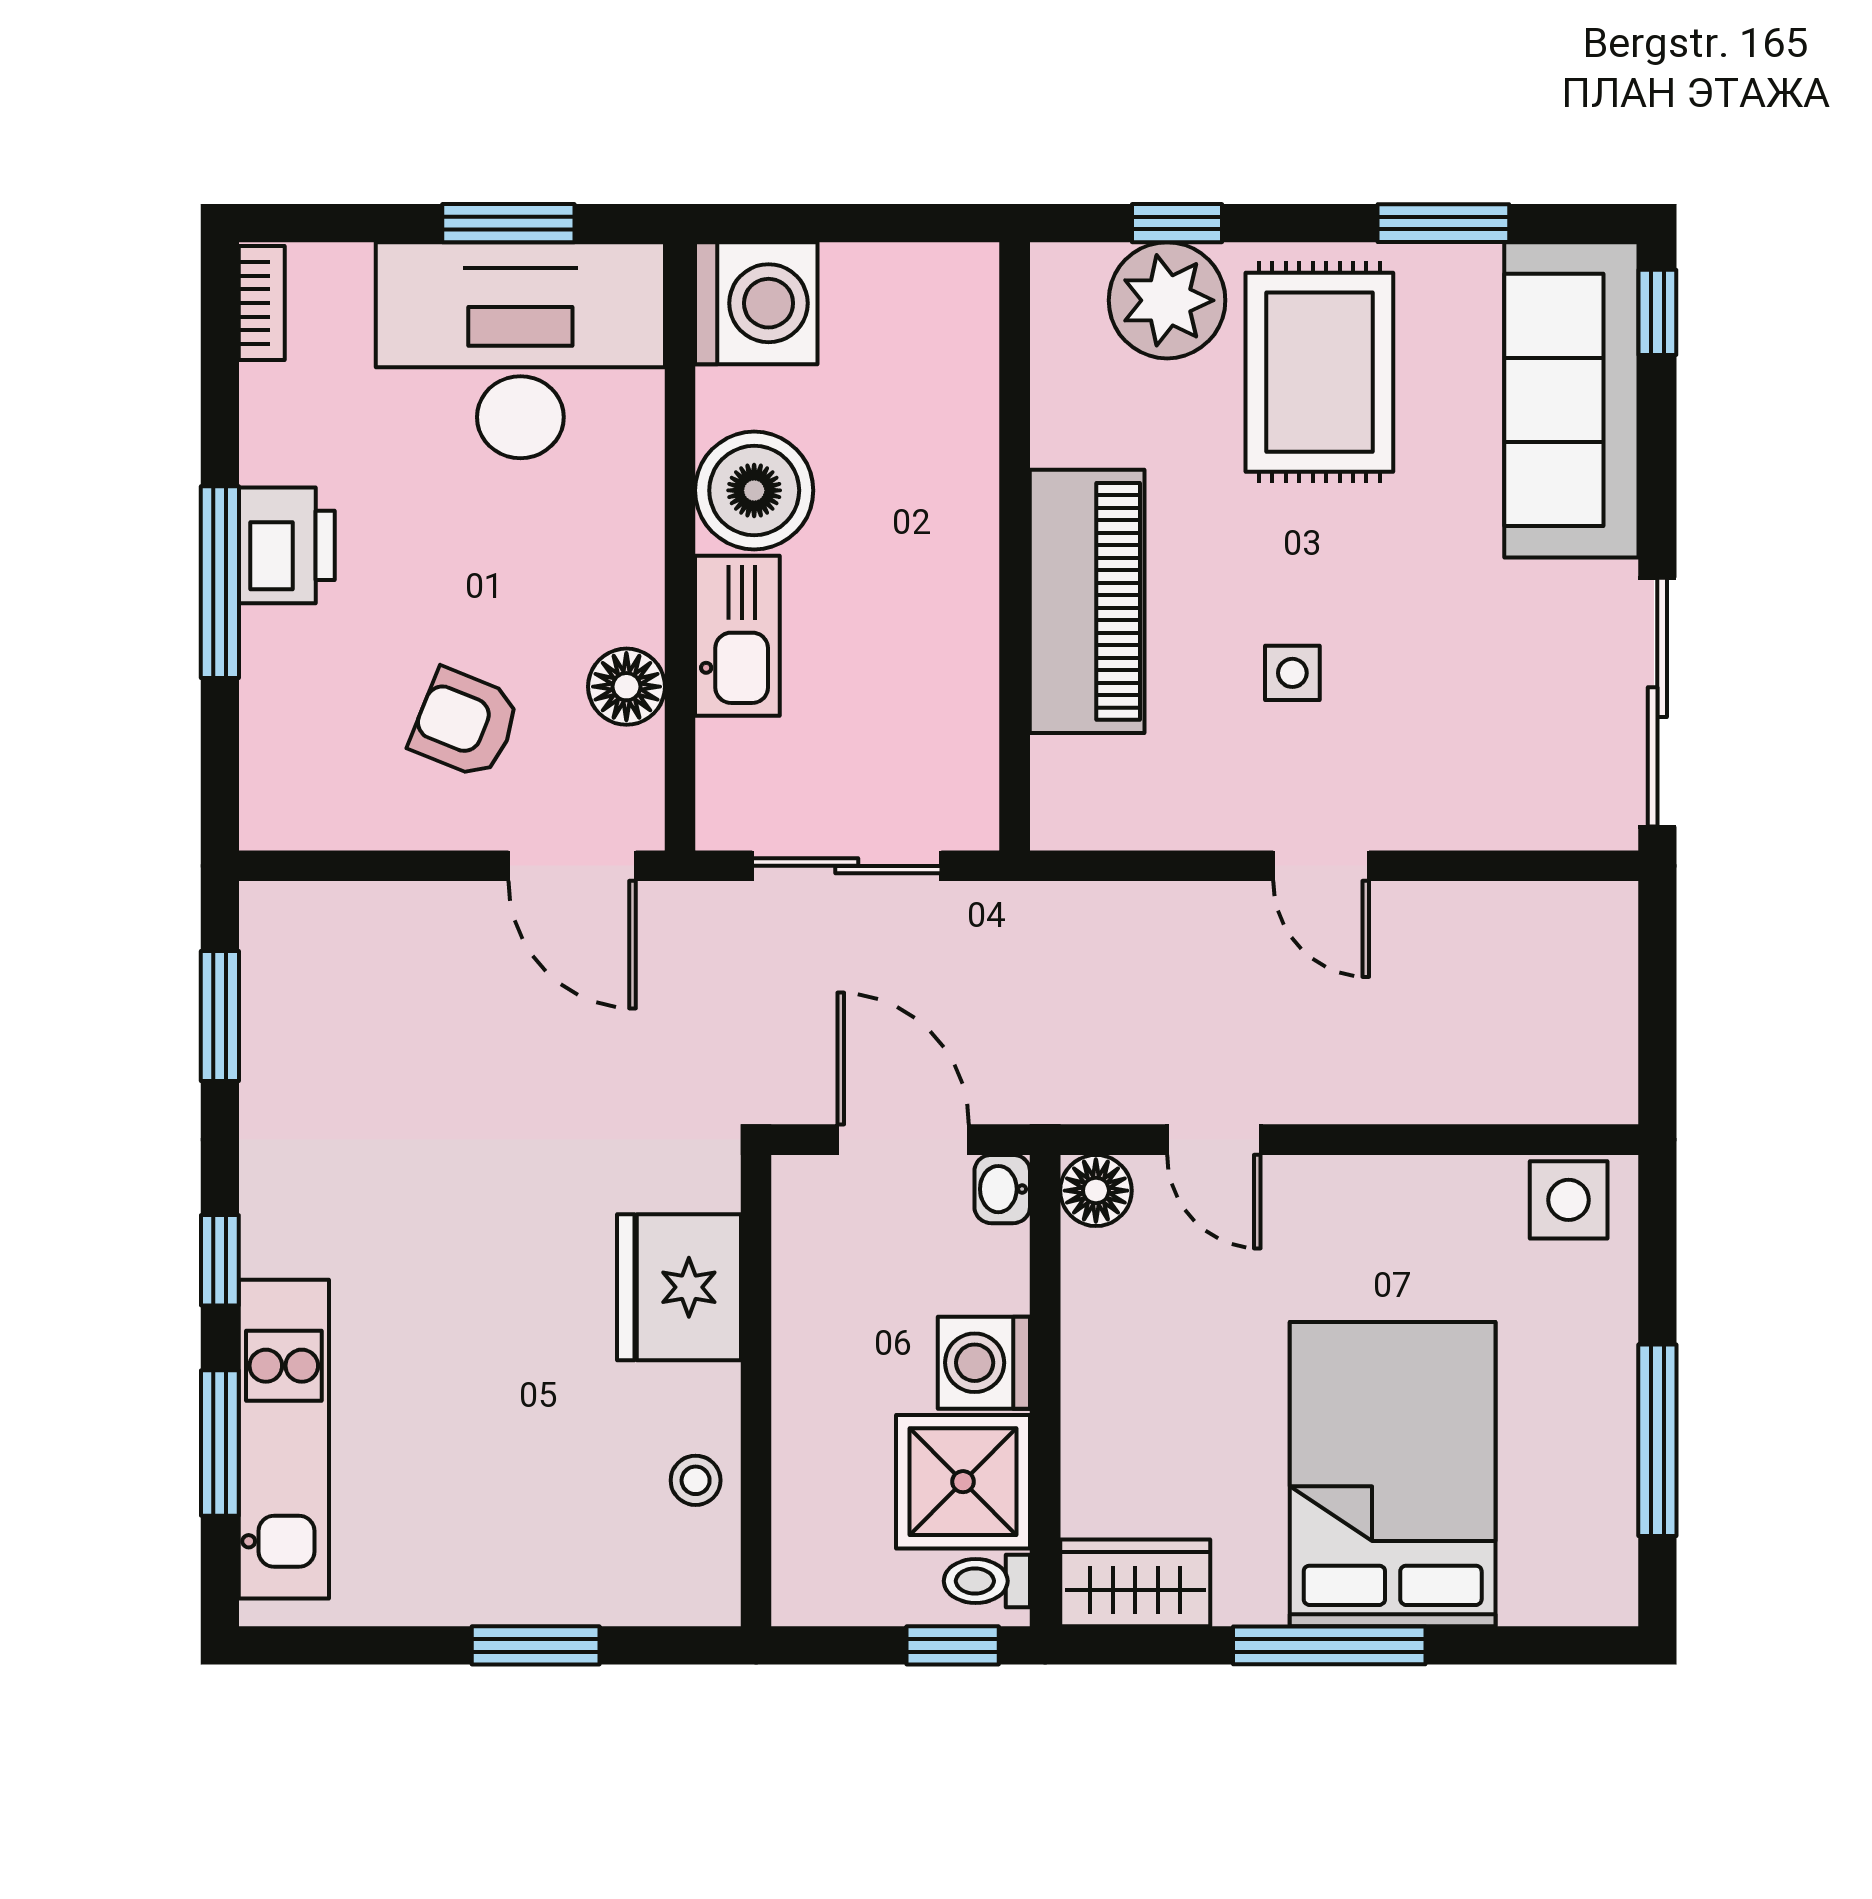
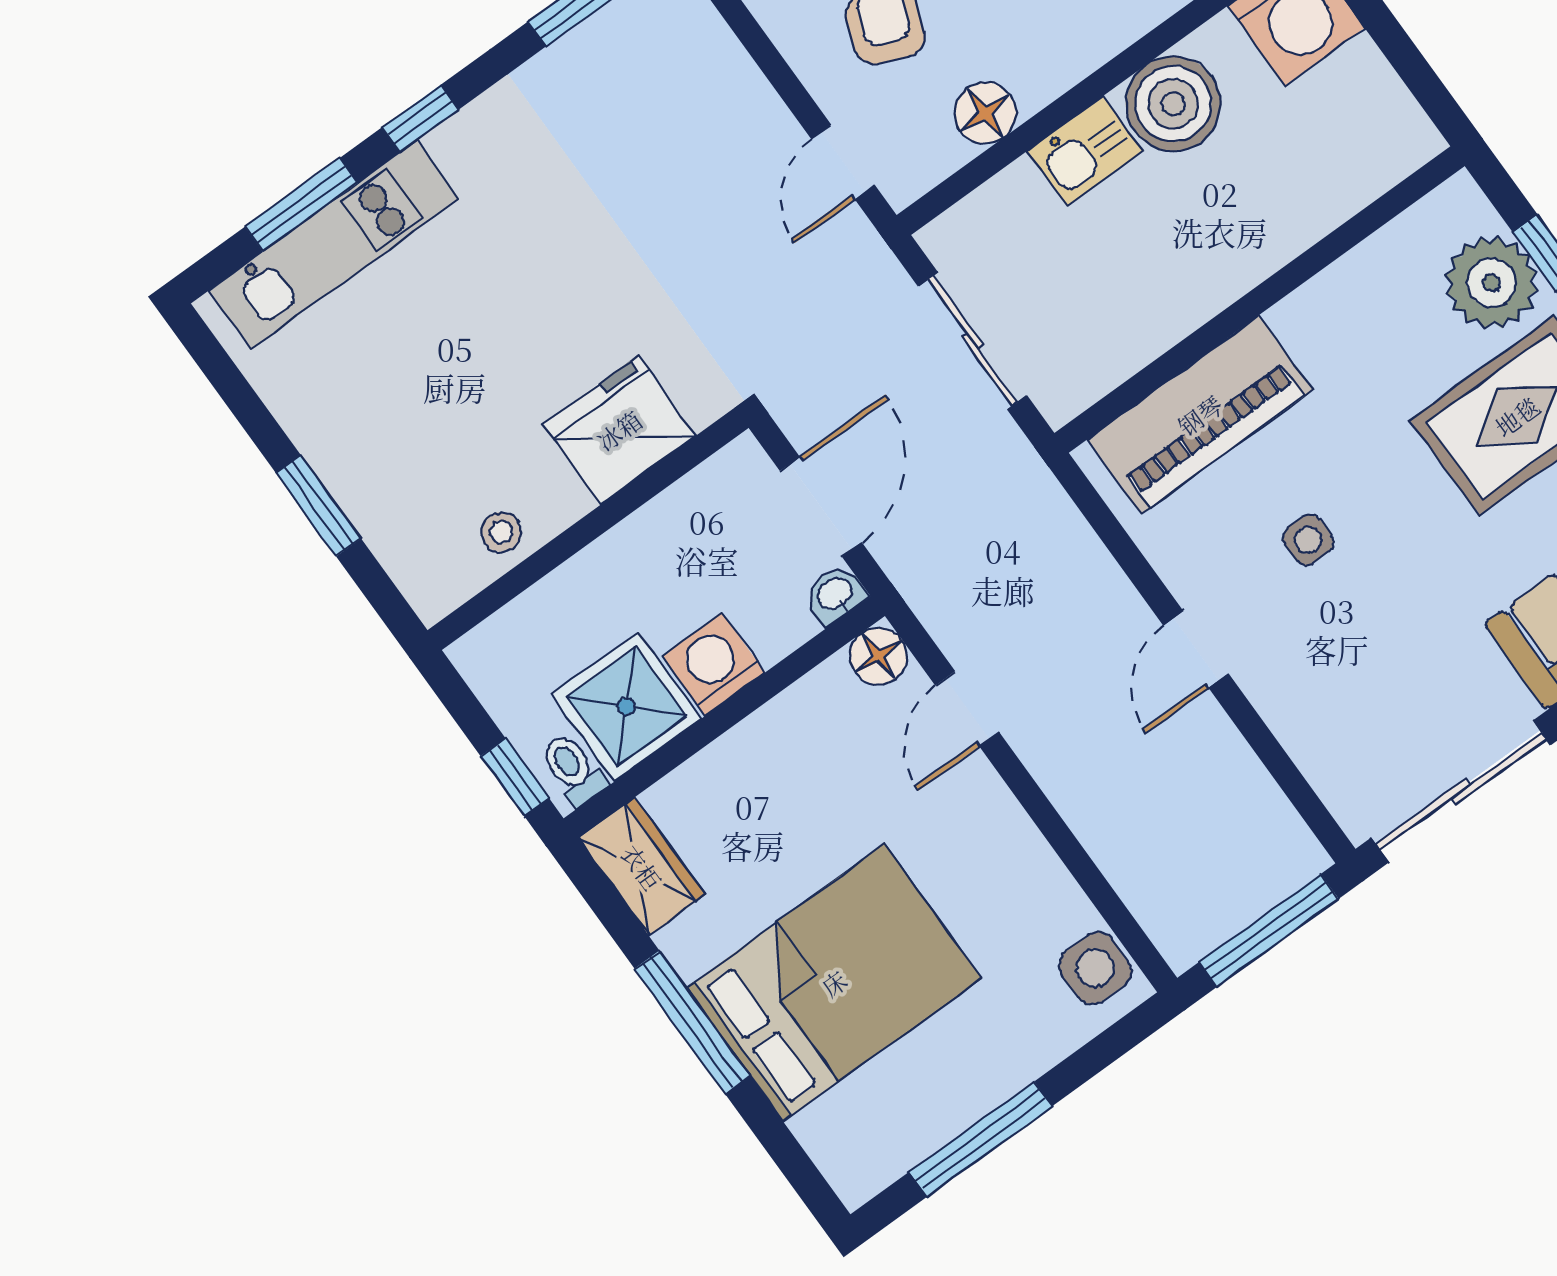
piano: (1087, 601) -> (1200, 415), moved
kitchen sink: (737, 636) -> (1085, 151), width x0.73
door: (572, 866) -> (843, 162), width x0.73
window: (1657, 998) -> (1269, 931), added

